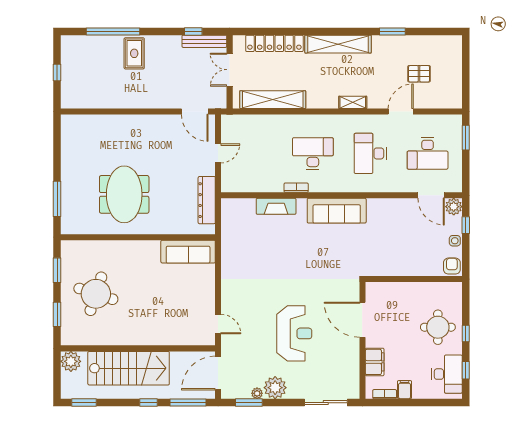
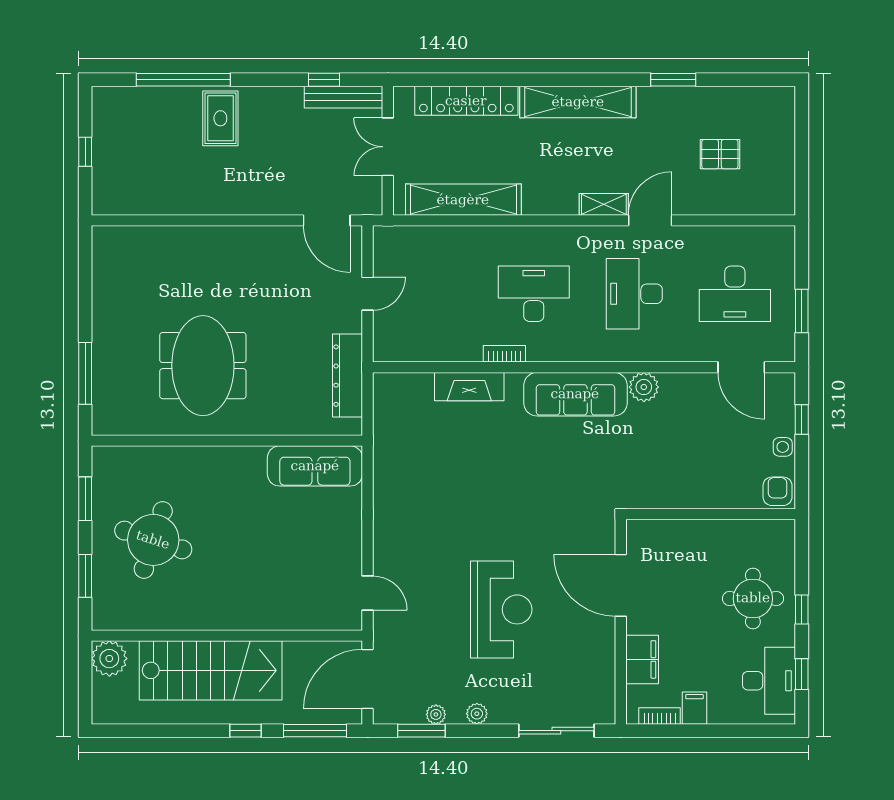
door: (401, 112) -> (650, 220), moved
window: (466, 138) -> (802, 311), moved
plant: (454, 207) -> (644, 387), moved
plant: (275, 388) -> (477, 714), width x0.53, depth x0.53
window: (84, 403) -> (132, 731), removed

